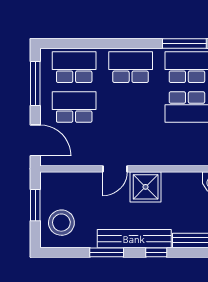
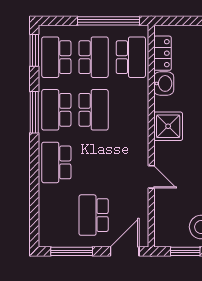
school desk: (74, 67) -> (56, 215), removed
shower: (146, 187) -> (168, 126), moved

